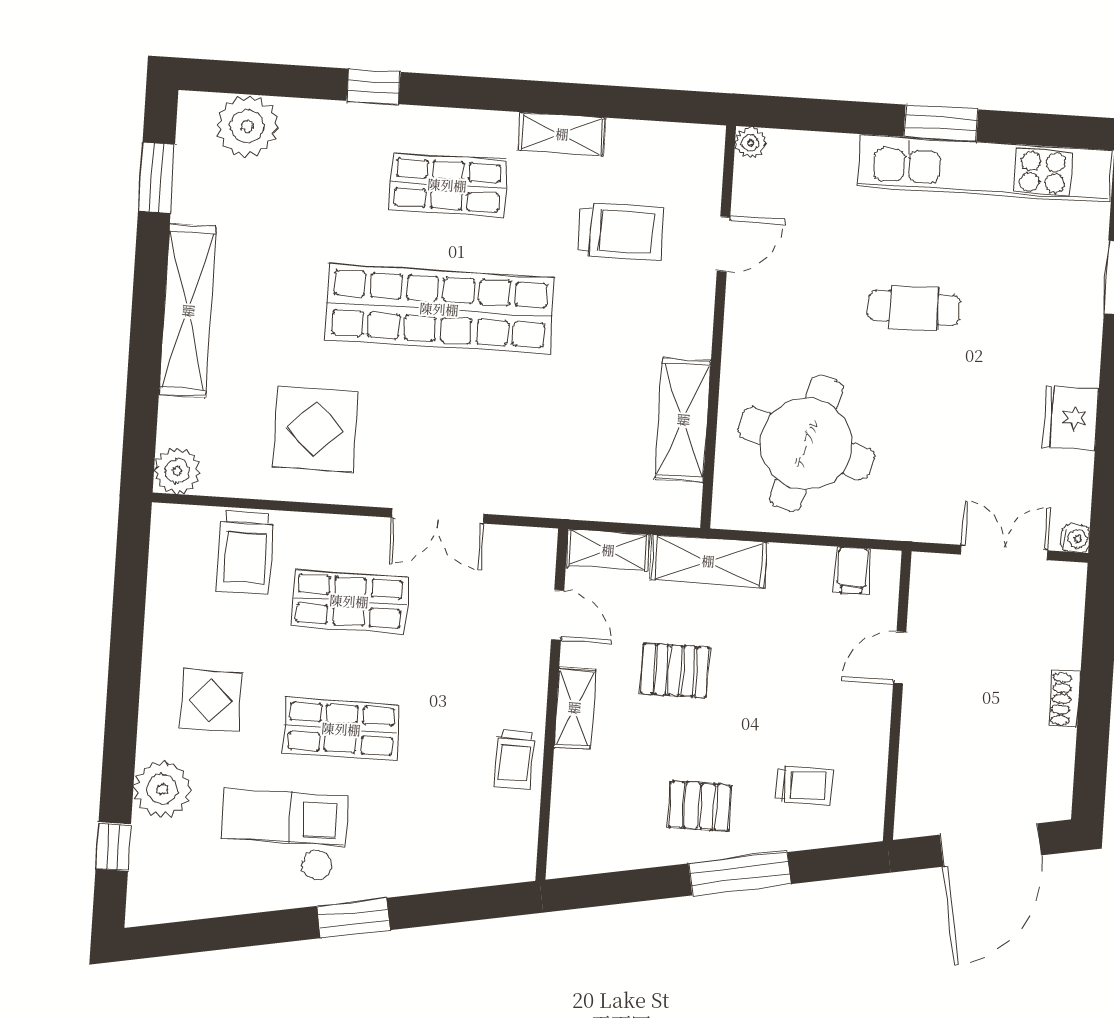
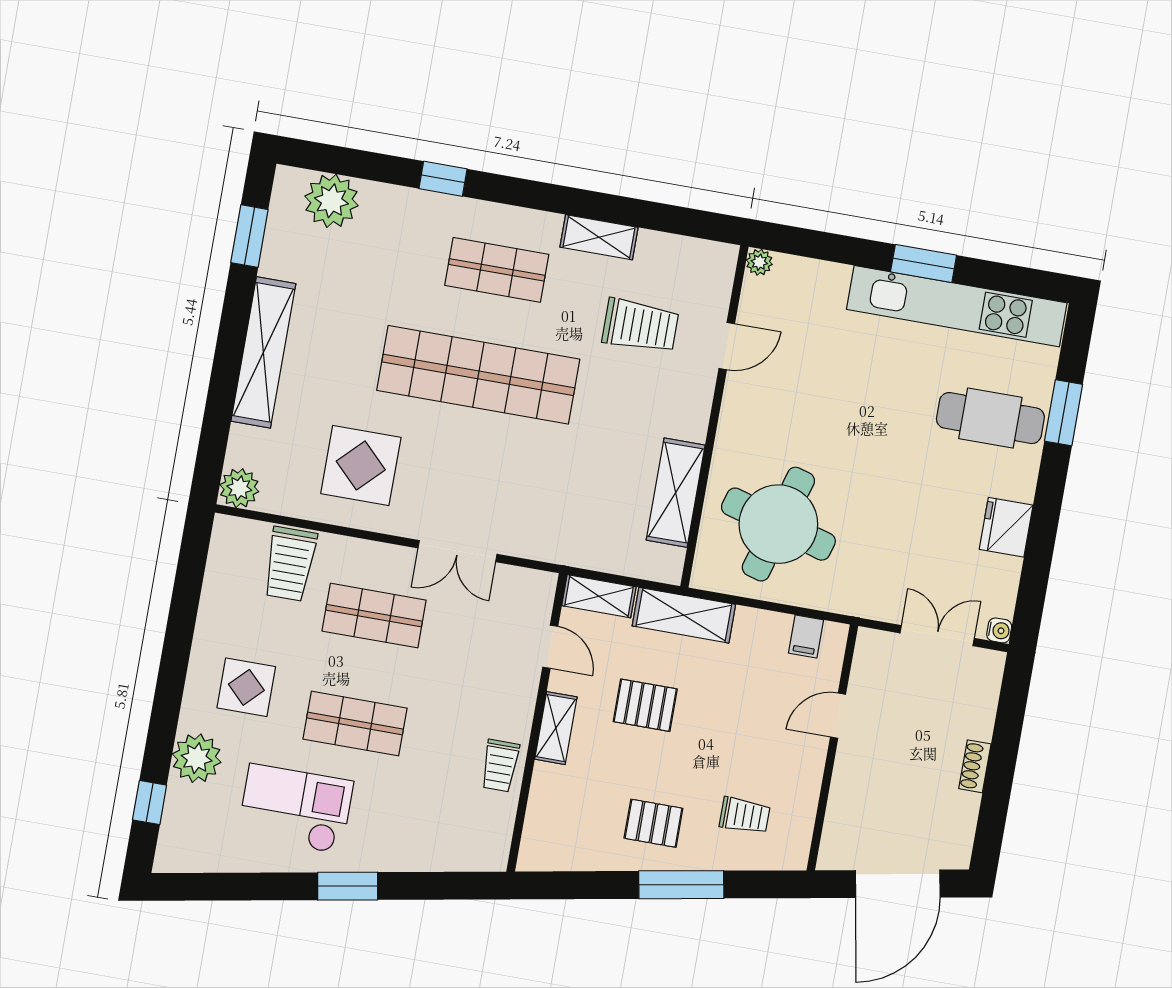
cafe table: (914, 308) -> (990, 418), moved, width x1.37, depth x1.35

